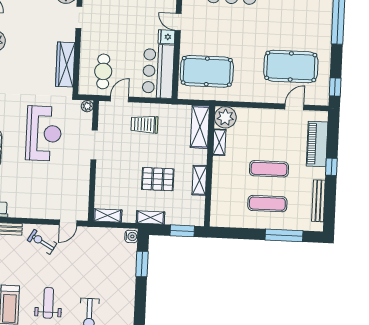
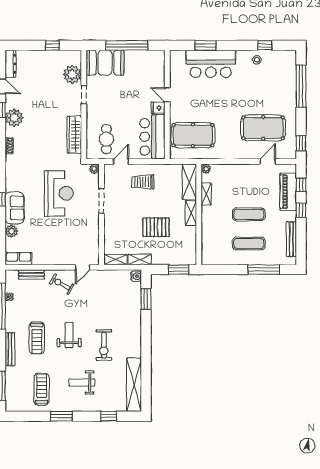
plant: (225, 117) -> (206, 169), width x0.53, depth x0.53
window: (333, 137) -> (301, 185), added
shelving: (199, 180) -> (191, 213), moved
shelving: (150, 217) -> (140, 260), moved

